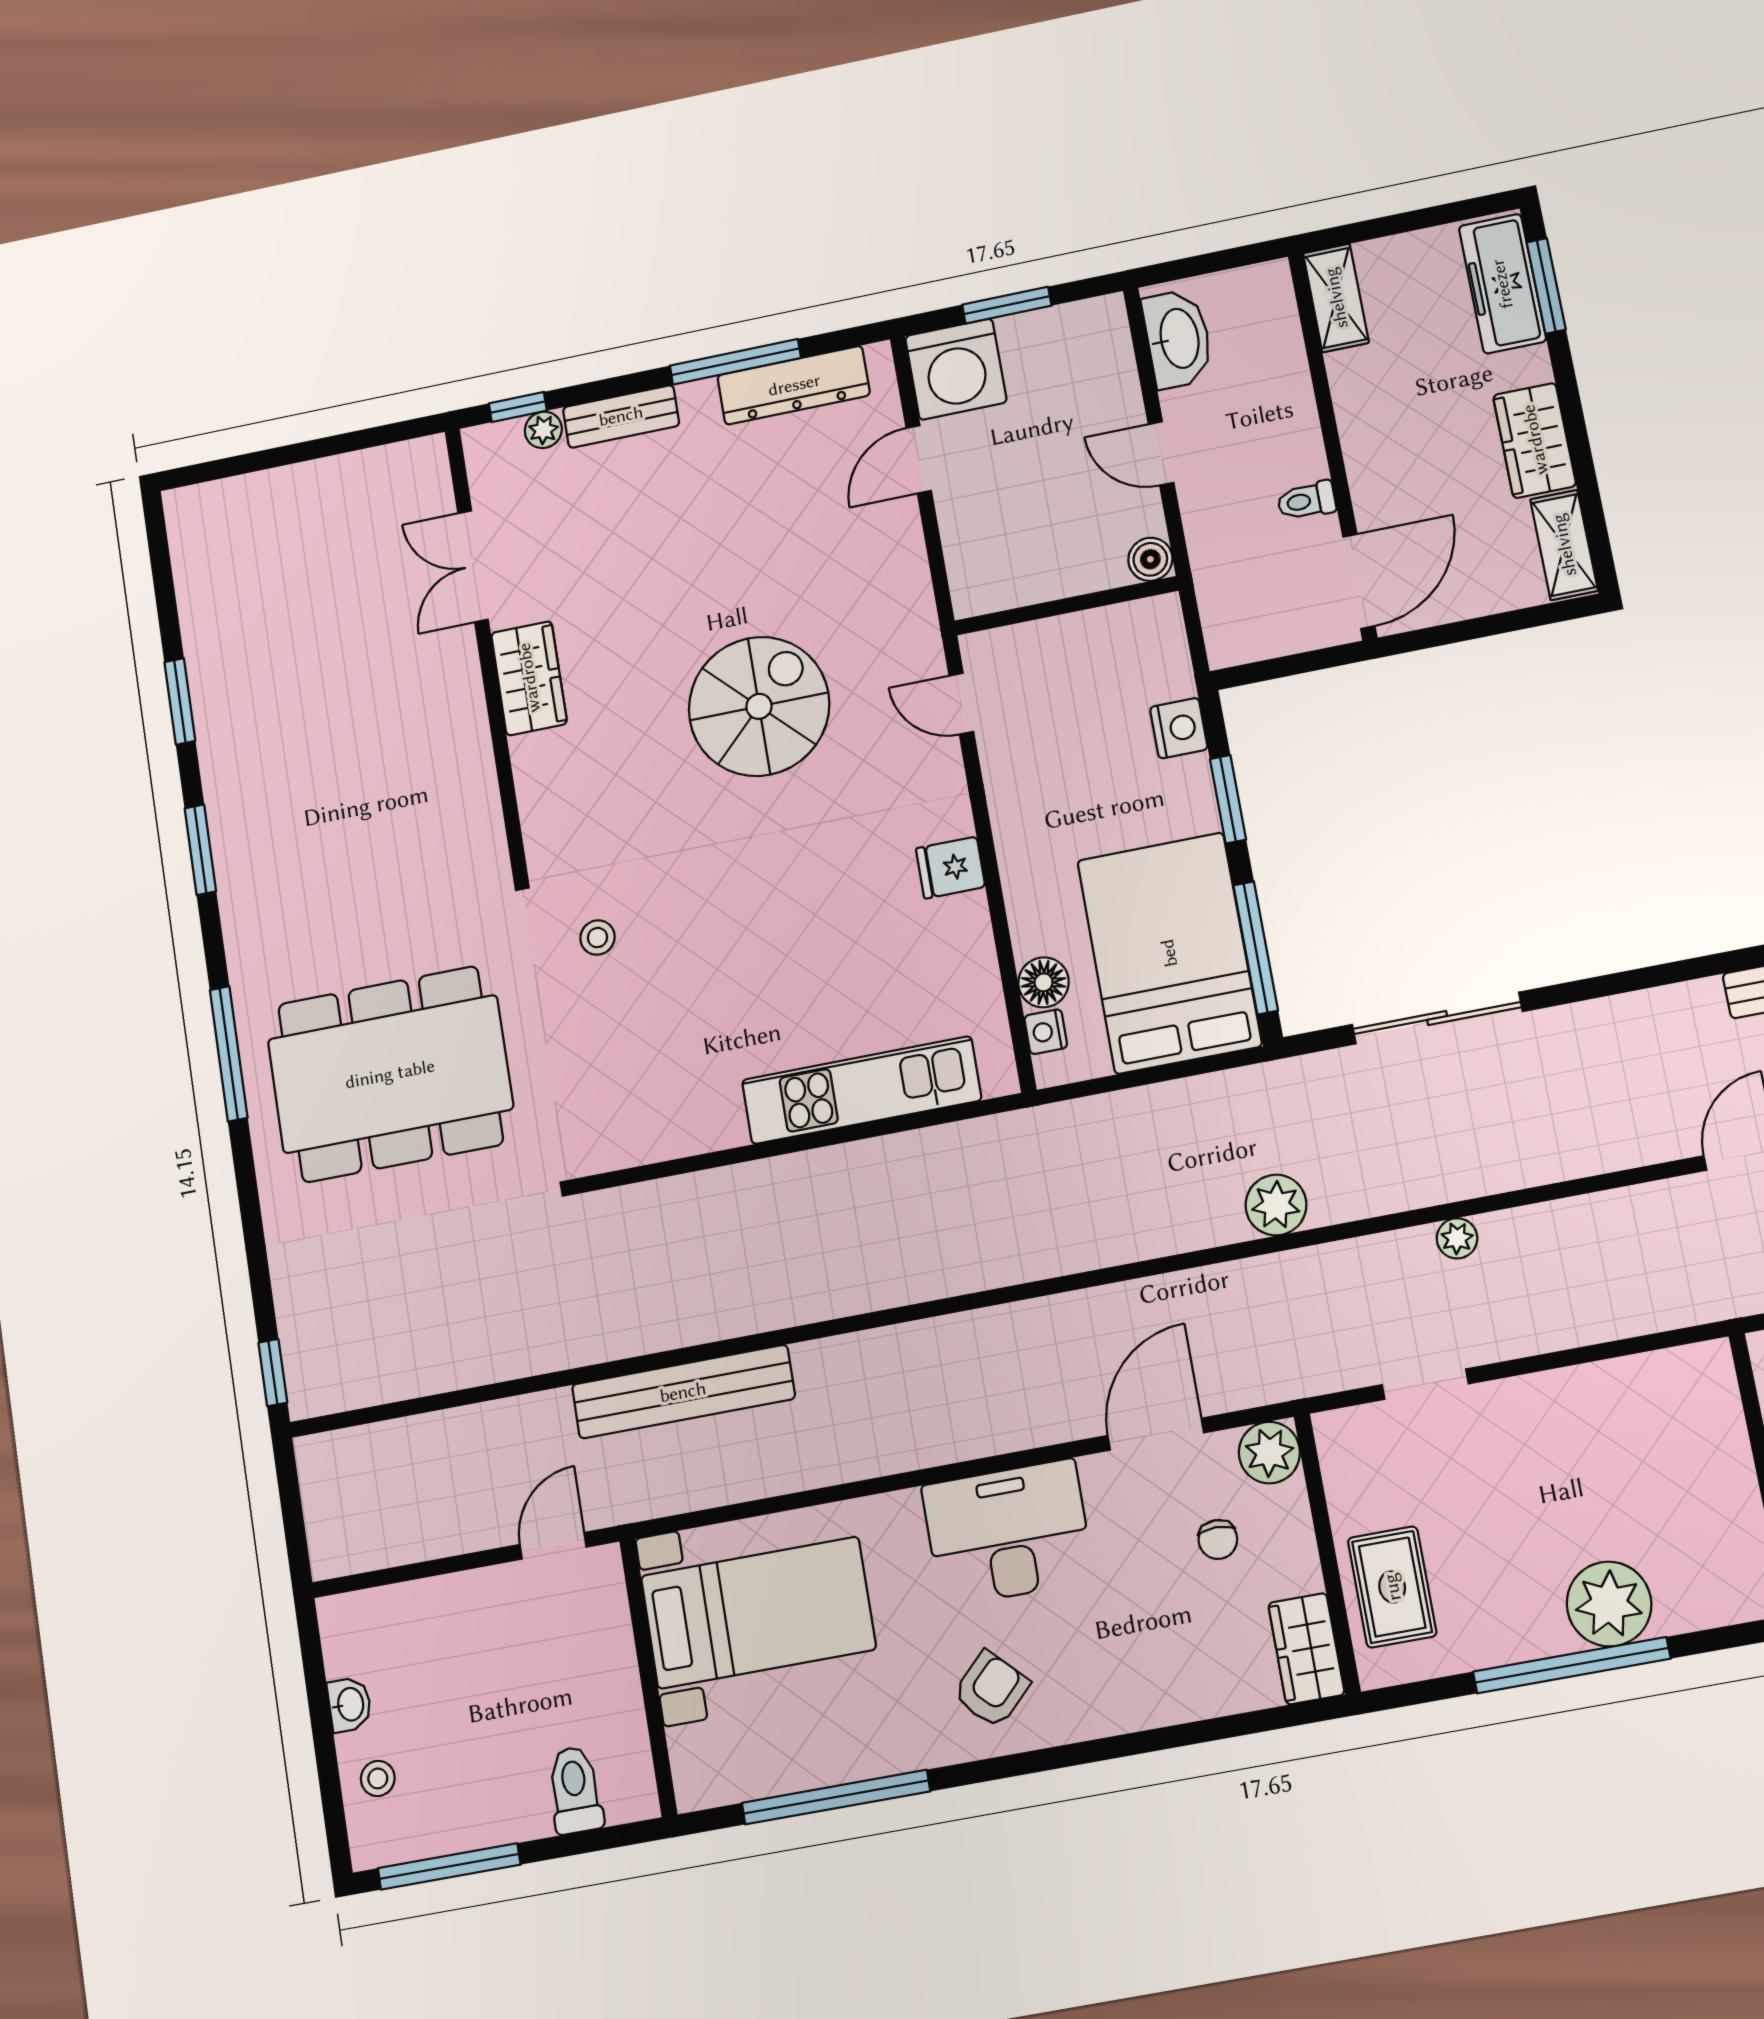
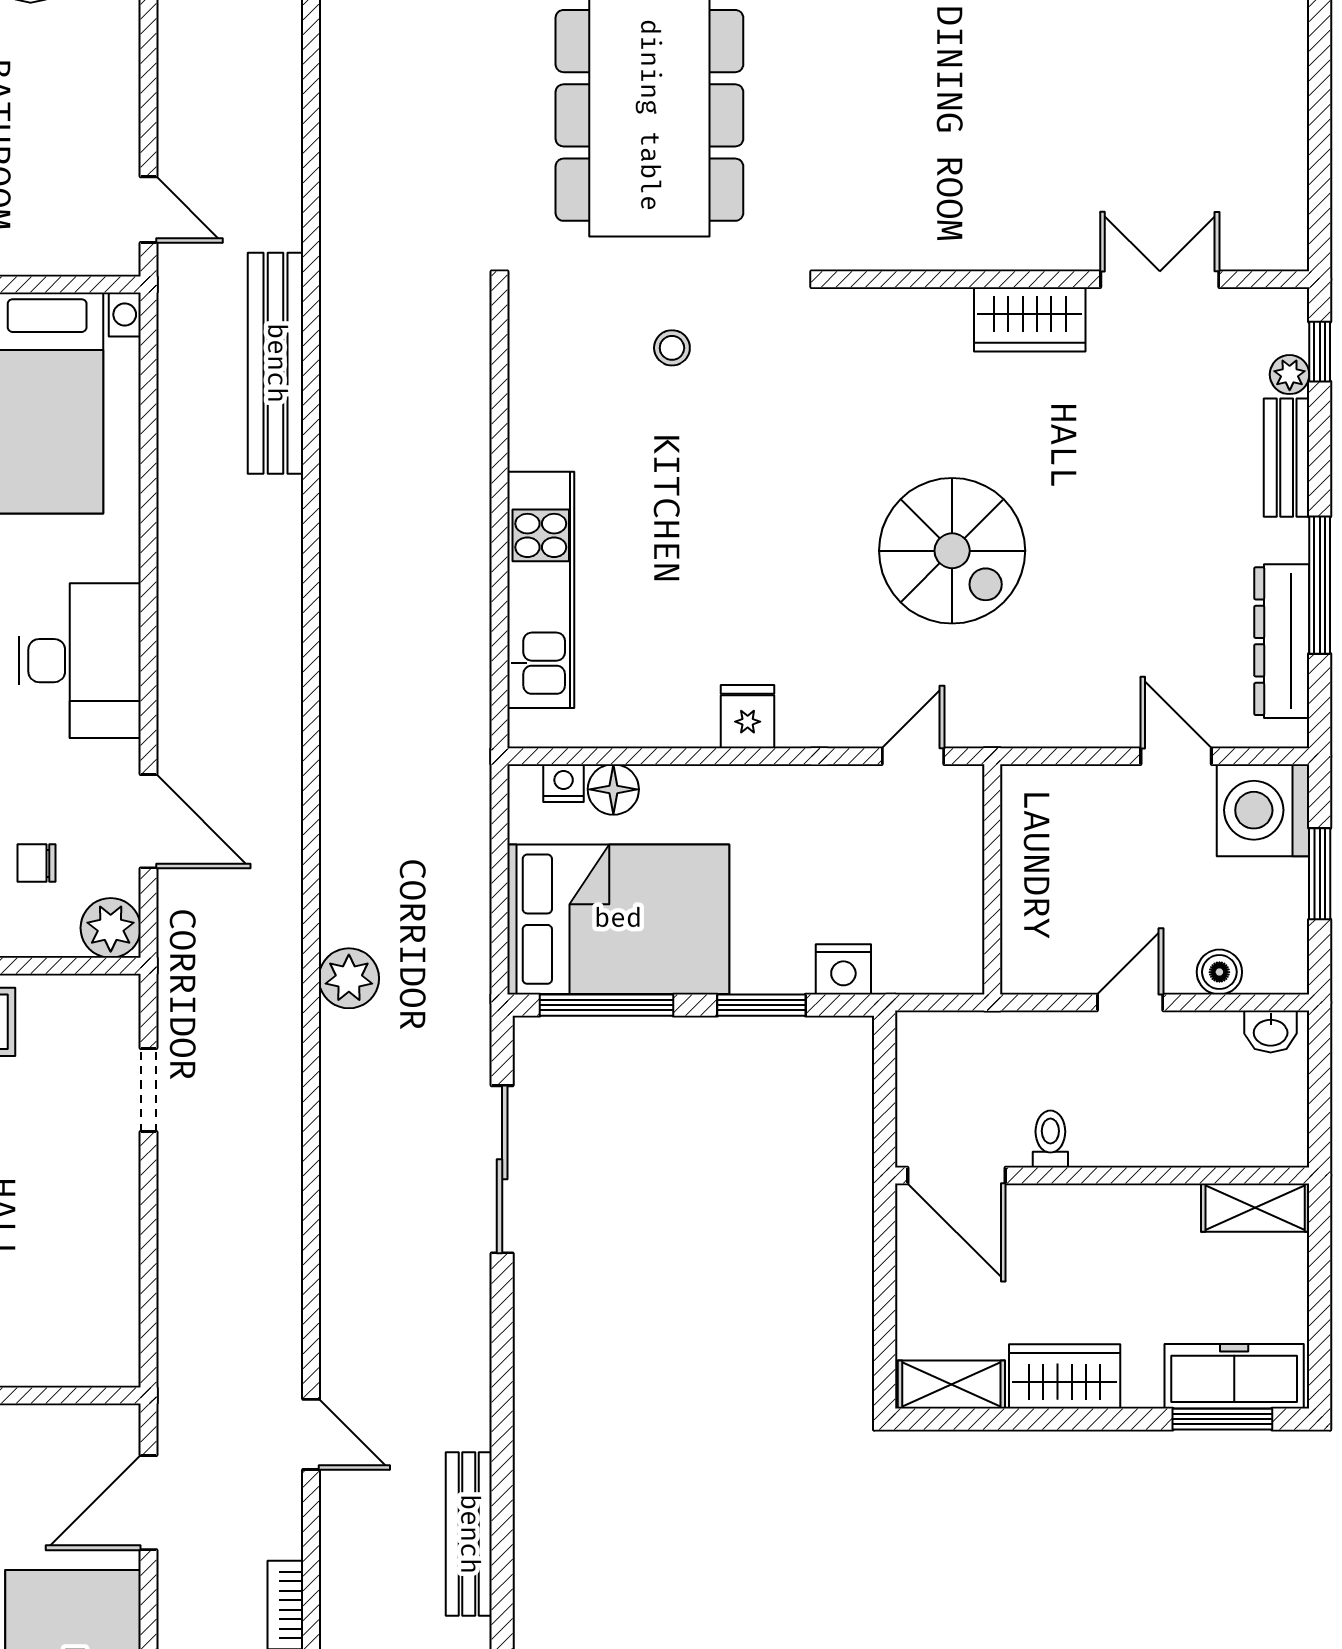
washbasin: (1178, 339) -> (1271, 1031), width x0.52, depth x0.69
boiler: (1150, 559) -> (1219, 972), moved
stool: (597, 938) -> (672, 348), moved
plant: (1457, 1238) -> (283, 1147), removed

